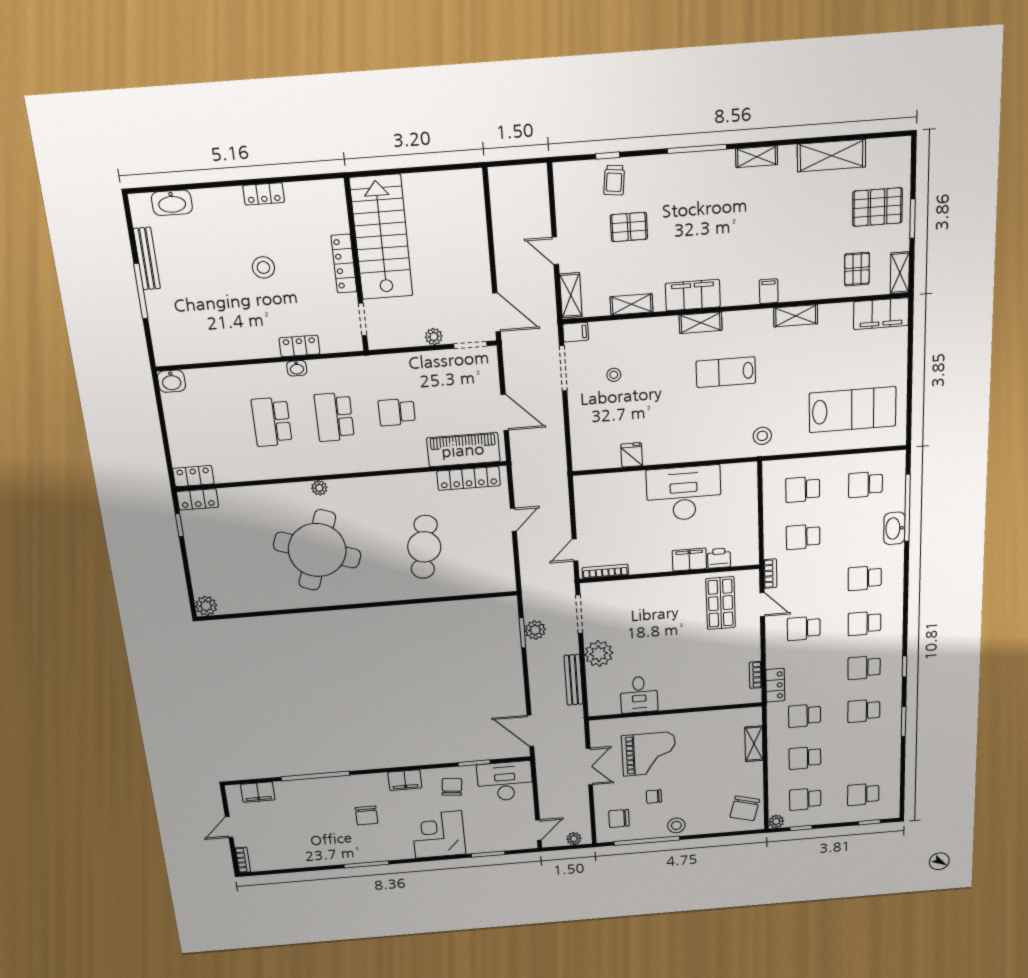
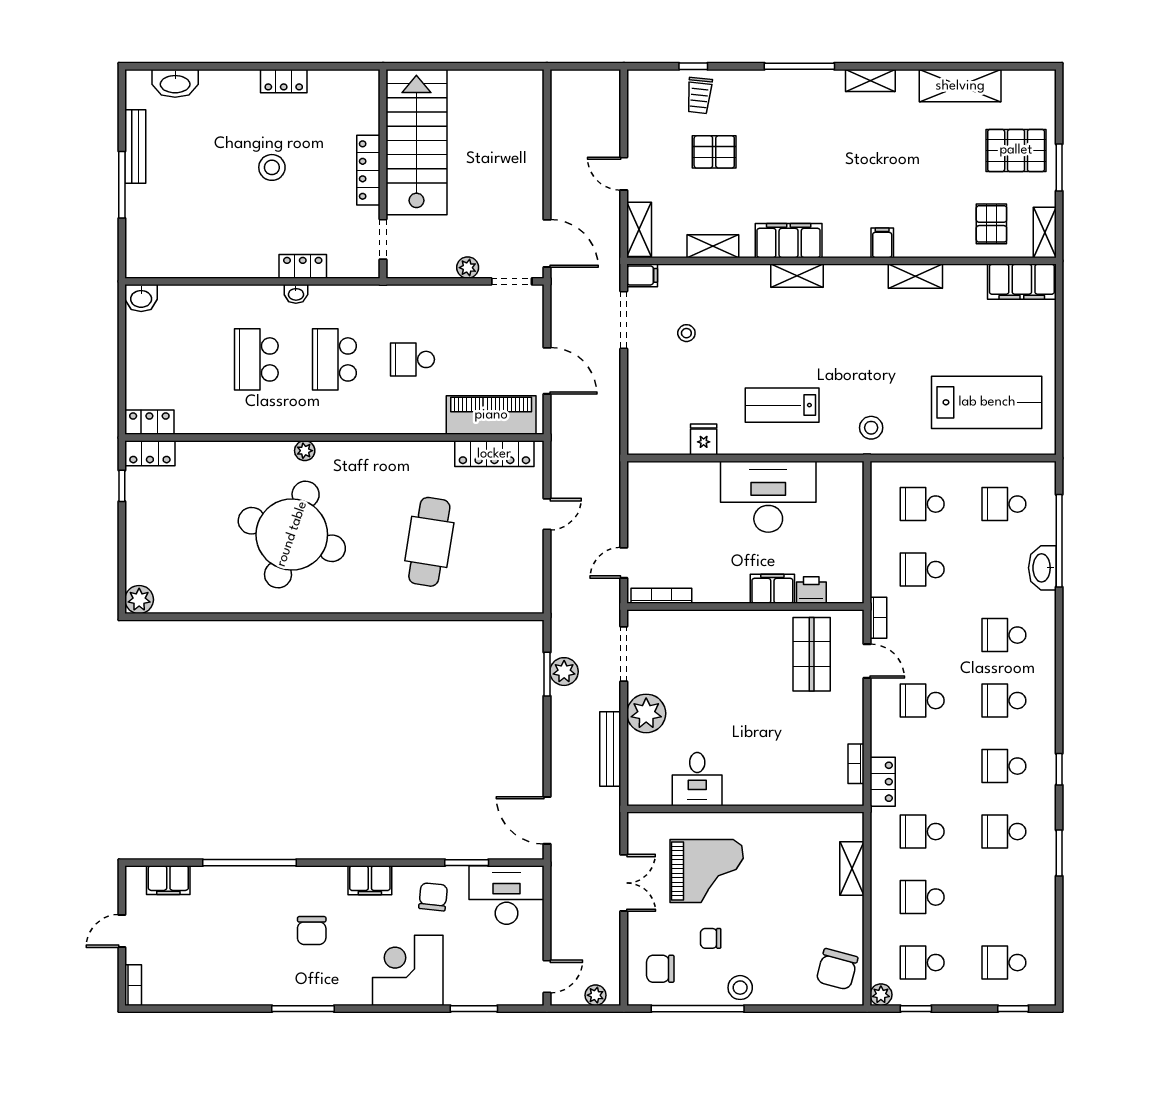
lab bench: (726, 372) -> (782, 405), moved

